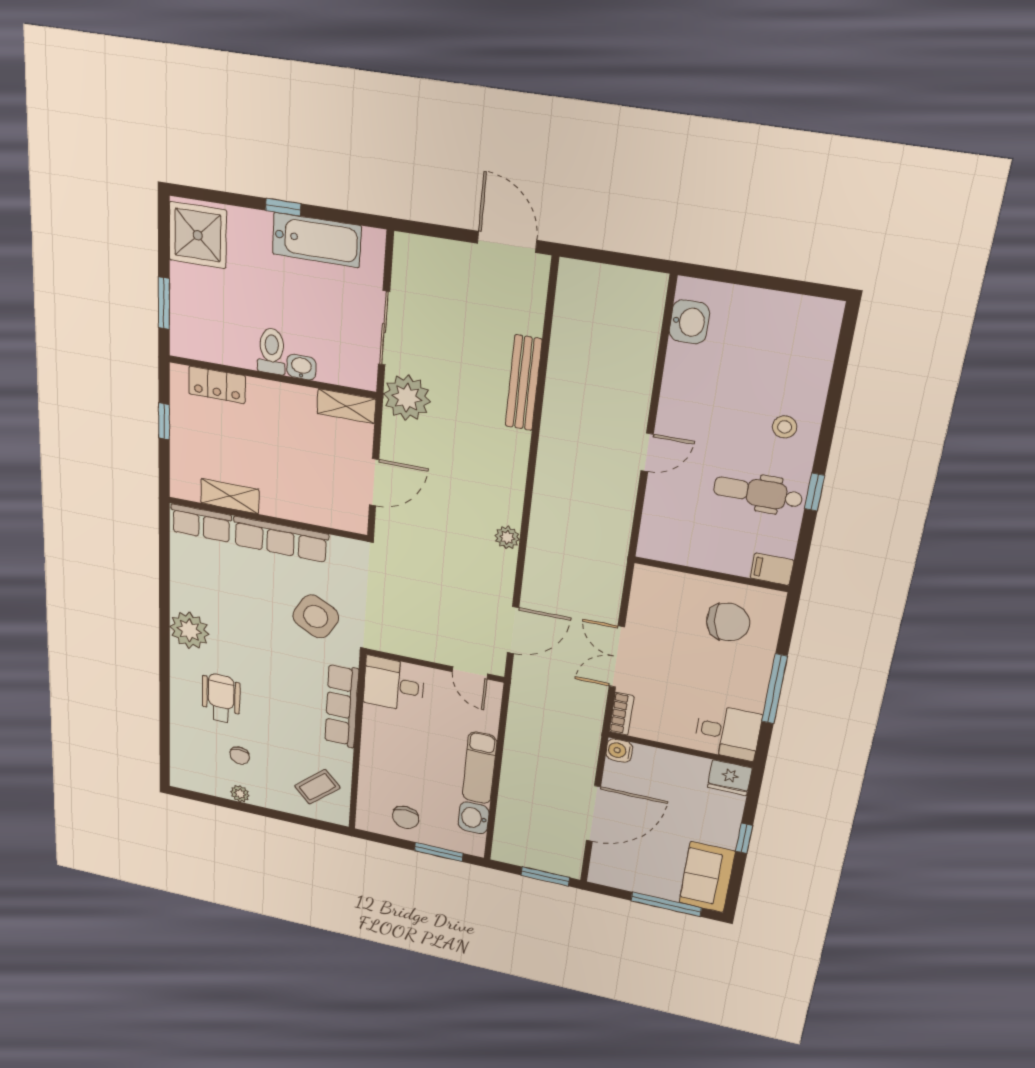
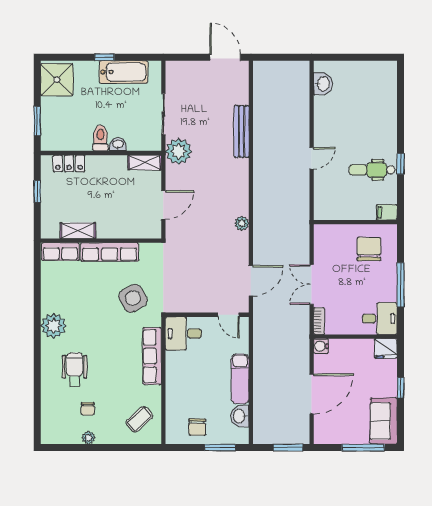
stool: (785, 427) -> (379, 131), removed
side table: (316, 617) -> (133, 298), turned 32
chair: (728, 622) -> (369, 249), turned -81

